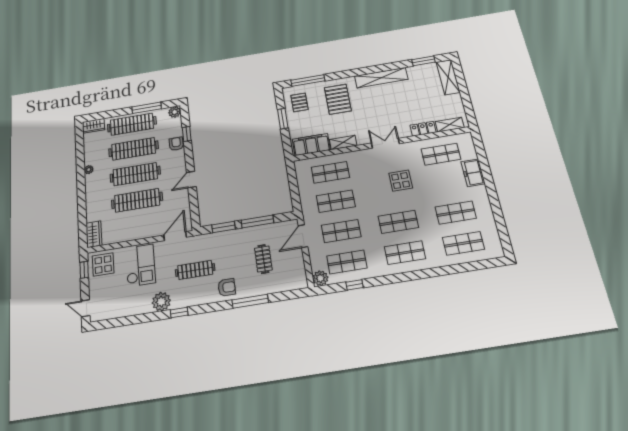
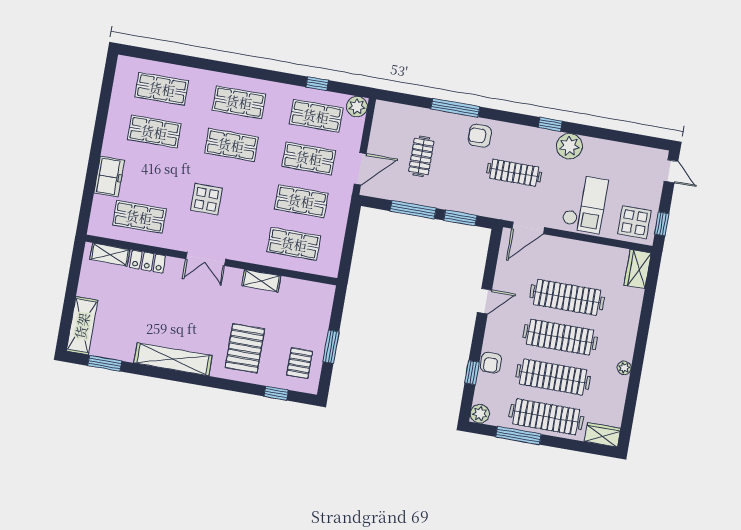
window: (308, 81) -> (276, 393), width x0.46
filing cabinet: (311, 145) -> (305, 293), removed
checkout: (140, 265) -> (585, 204), turned 180

